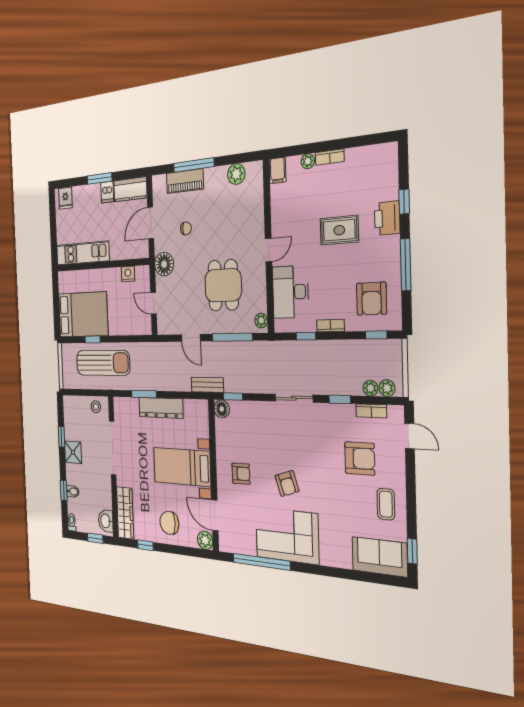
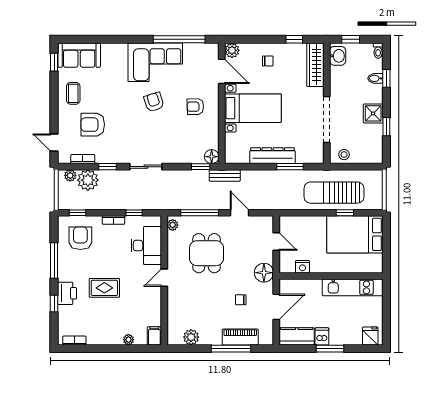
bookcase: (330, 157) -> (74, 340), moved
plant: (370, 388) -> (88, 180), width x1.88, depth x1.88
chair: (169, 523) -> (268, 61), width x0.54, depth x0.54

